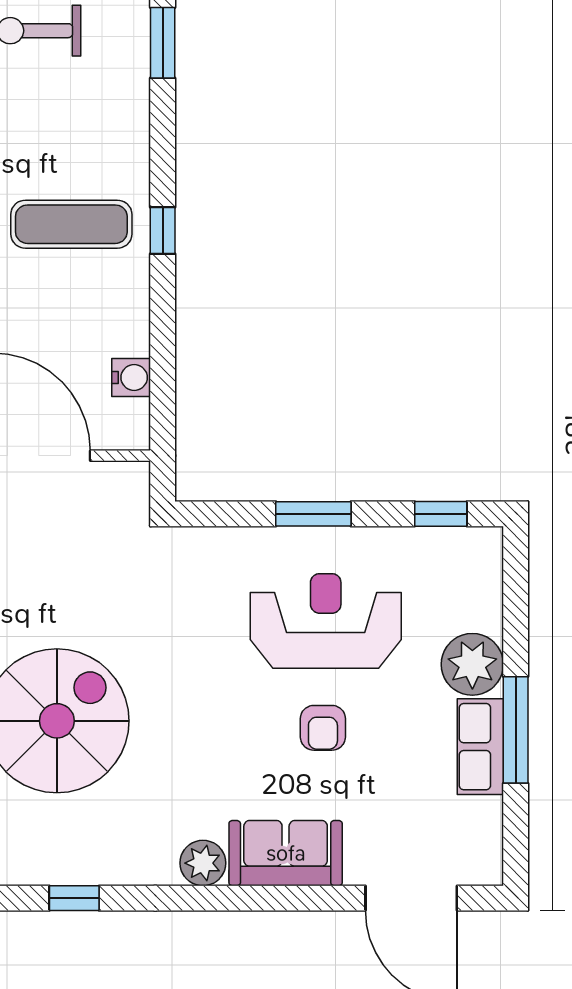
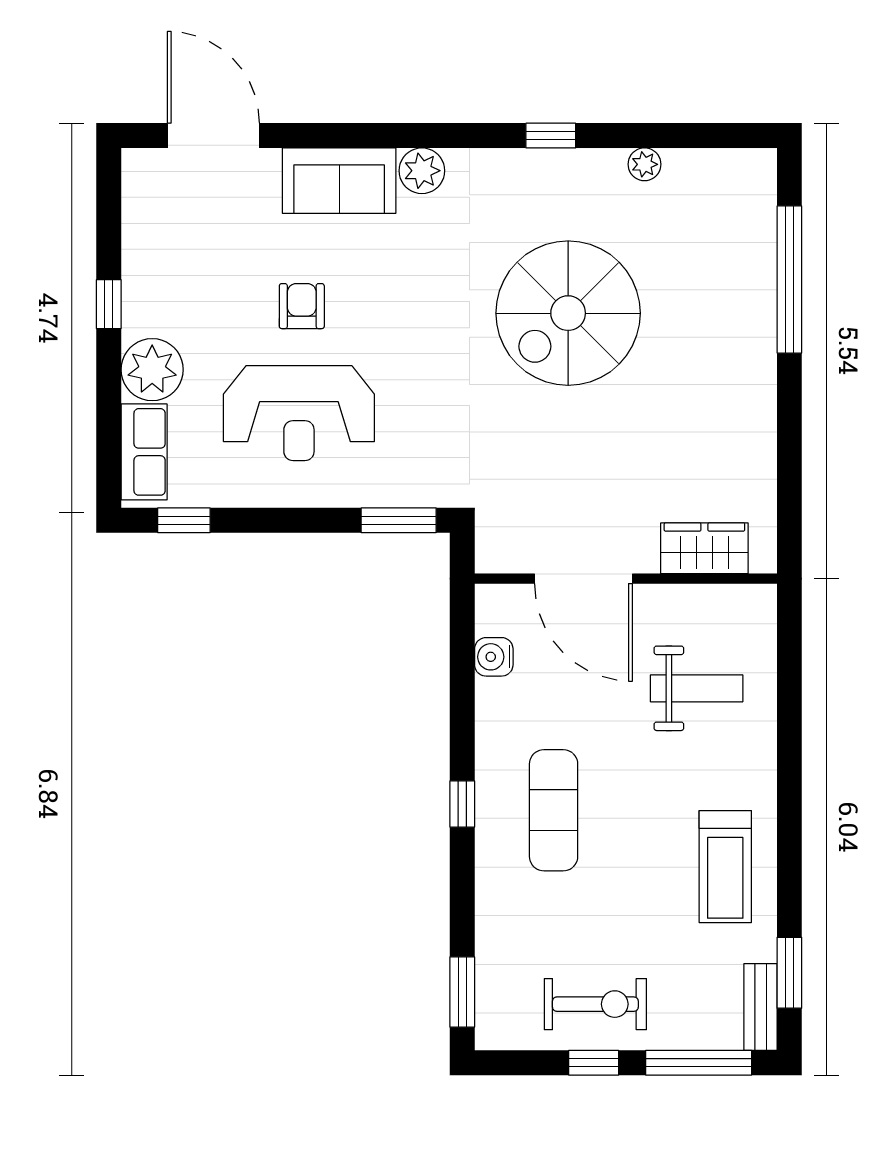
exercise mat: (71, 224) -> (554, 810), turned 90
window: (313, 514) -> (399, 520), moved
window: (516, 730) -> (109, 304), width x0.46
row of seats: (480, 747) -> (144, 452), moved

